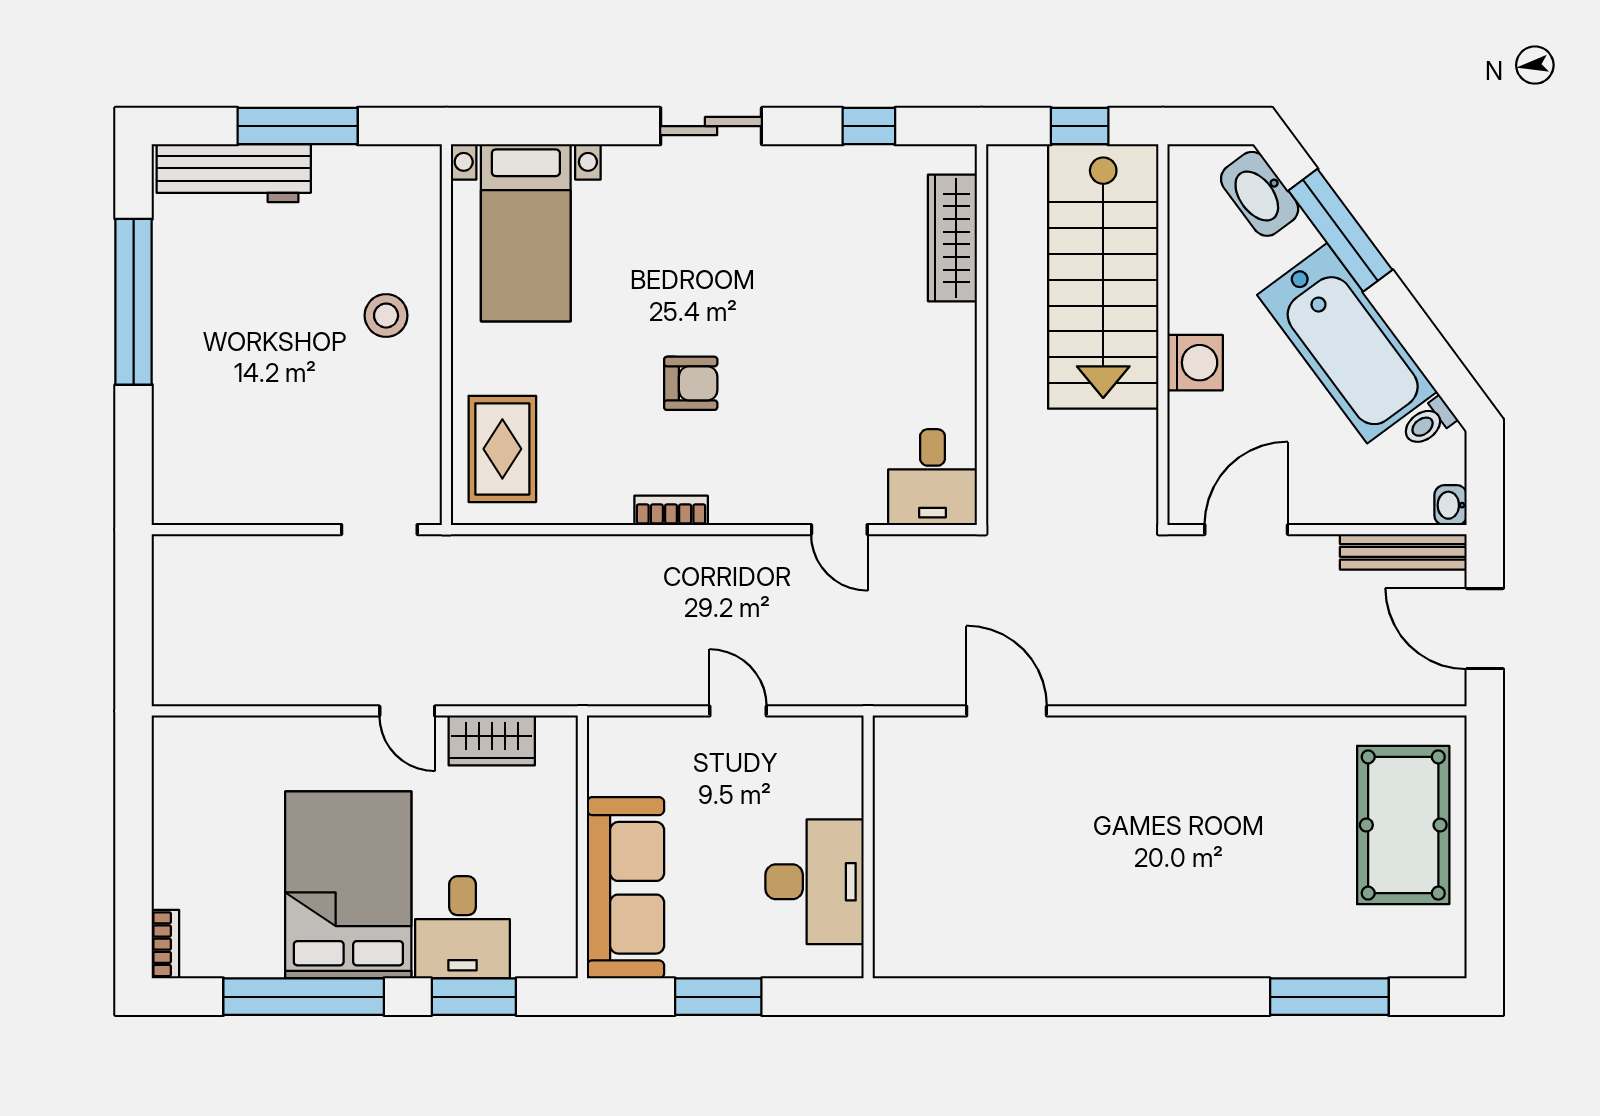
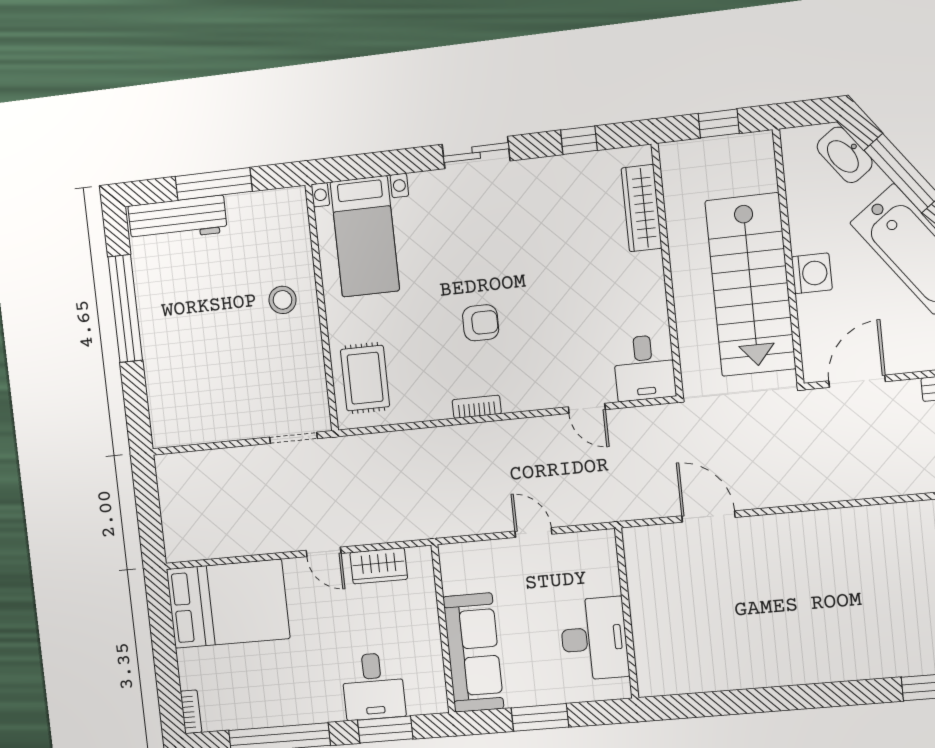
stairs: (1103, 276) -> (750, 285), moved
bed: (348, 885) -> (228, 604), moved, turned 90

